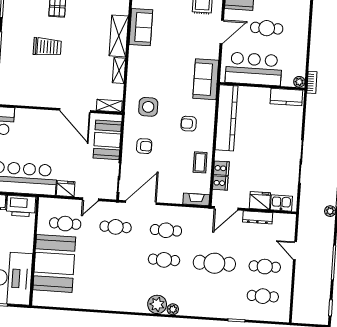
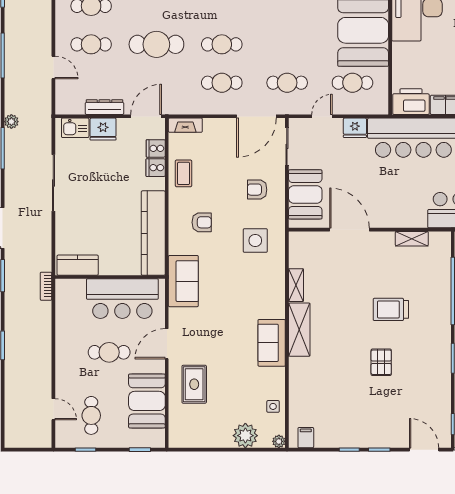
plant: (299, 82) -> (62, 286), removed
shelving: (109, 106) -> (412, 239), moved

